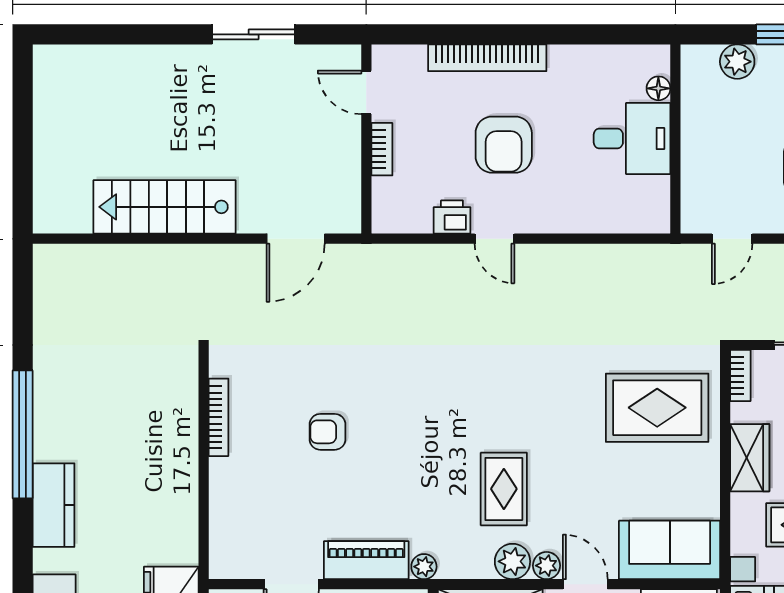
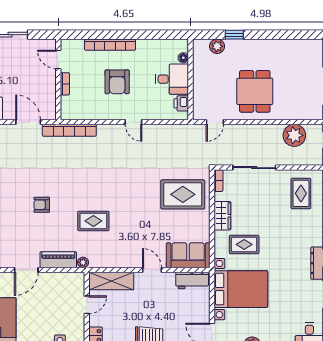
printer: (452, 217) -> (181, 103), moved, turned -90
door: (296, 239) -> (28, 122), swing flipped
door: (494, 239) -> (133, 122), moved
bookcase: (392, 258) -> (69, 130), added
rug: (504, 489) -> (93, 221), moved, turned 90
plant: (512, 561) -> (121, 260), removed
plant: (547, 566) -> (135, 262), removed

